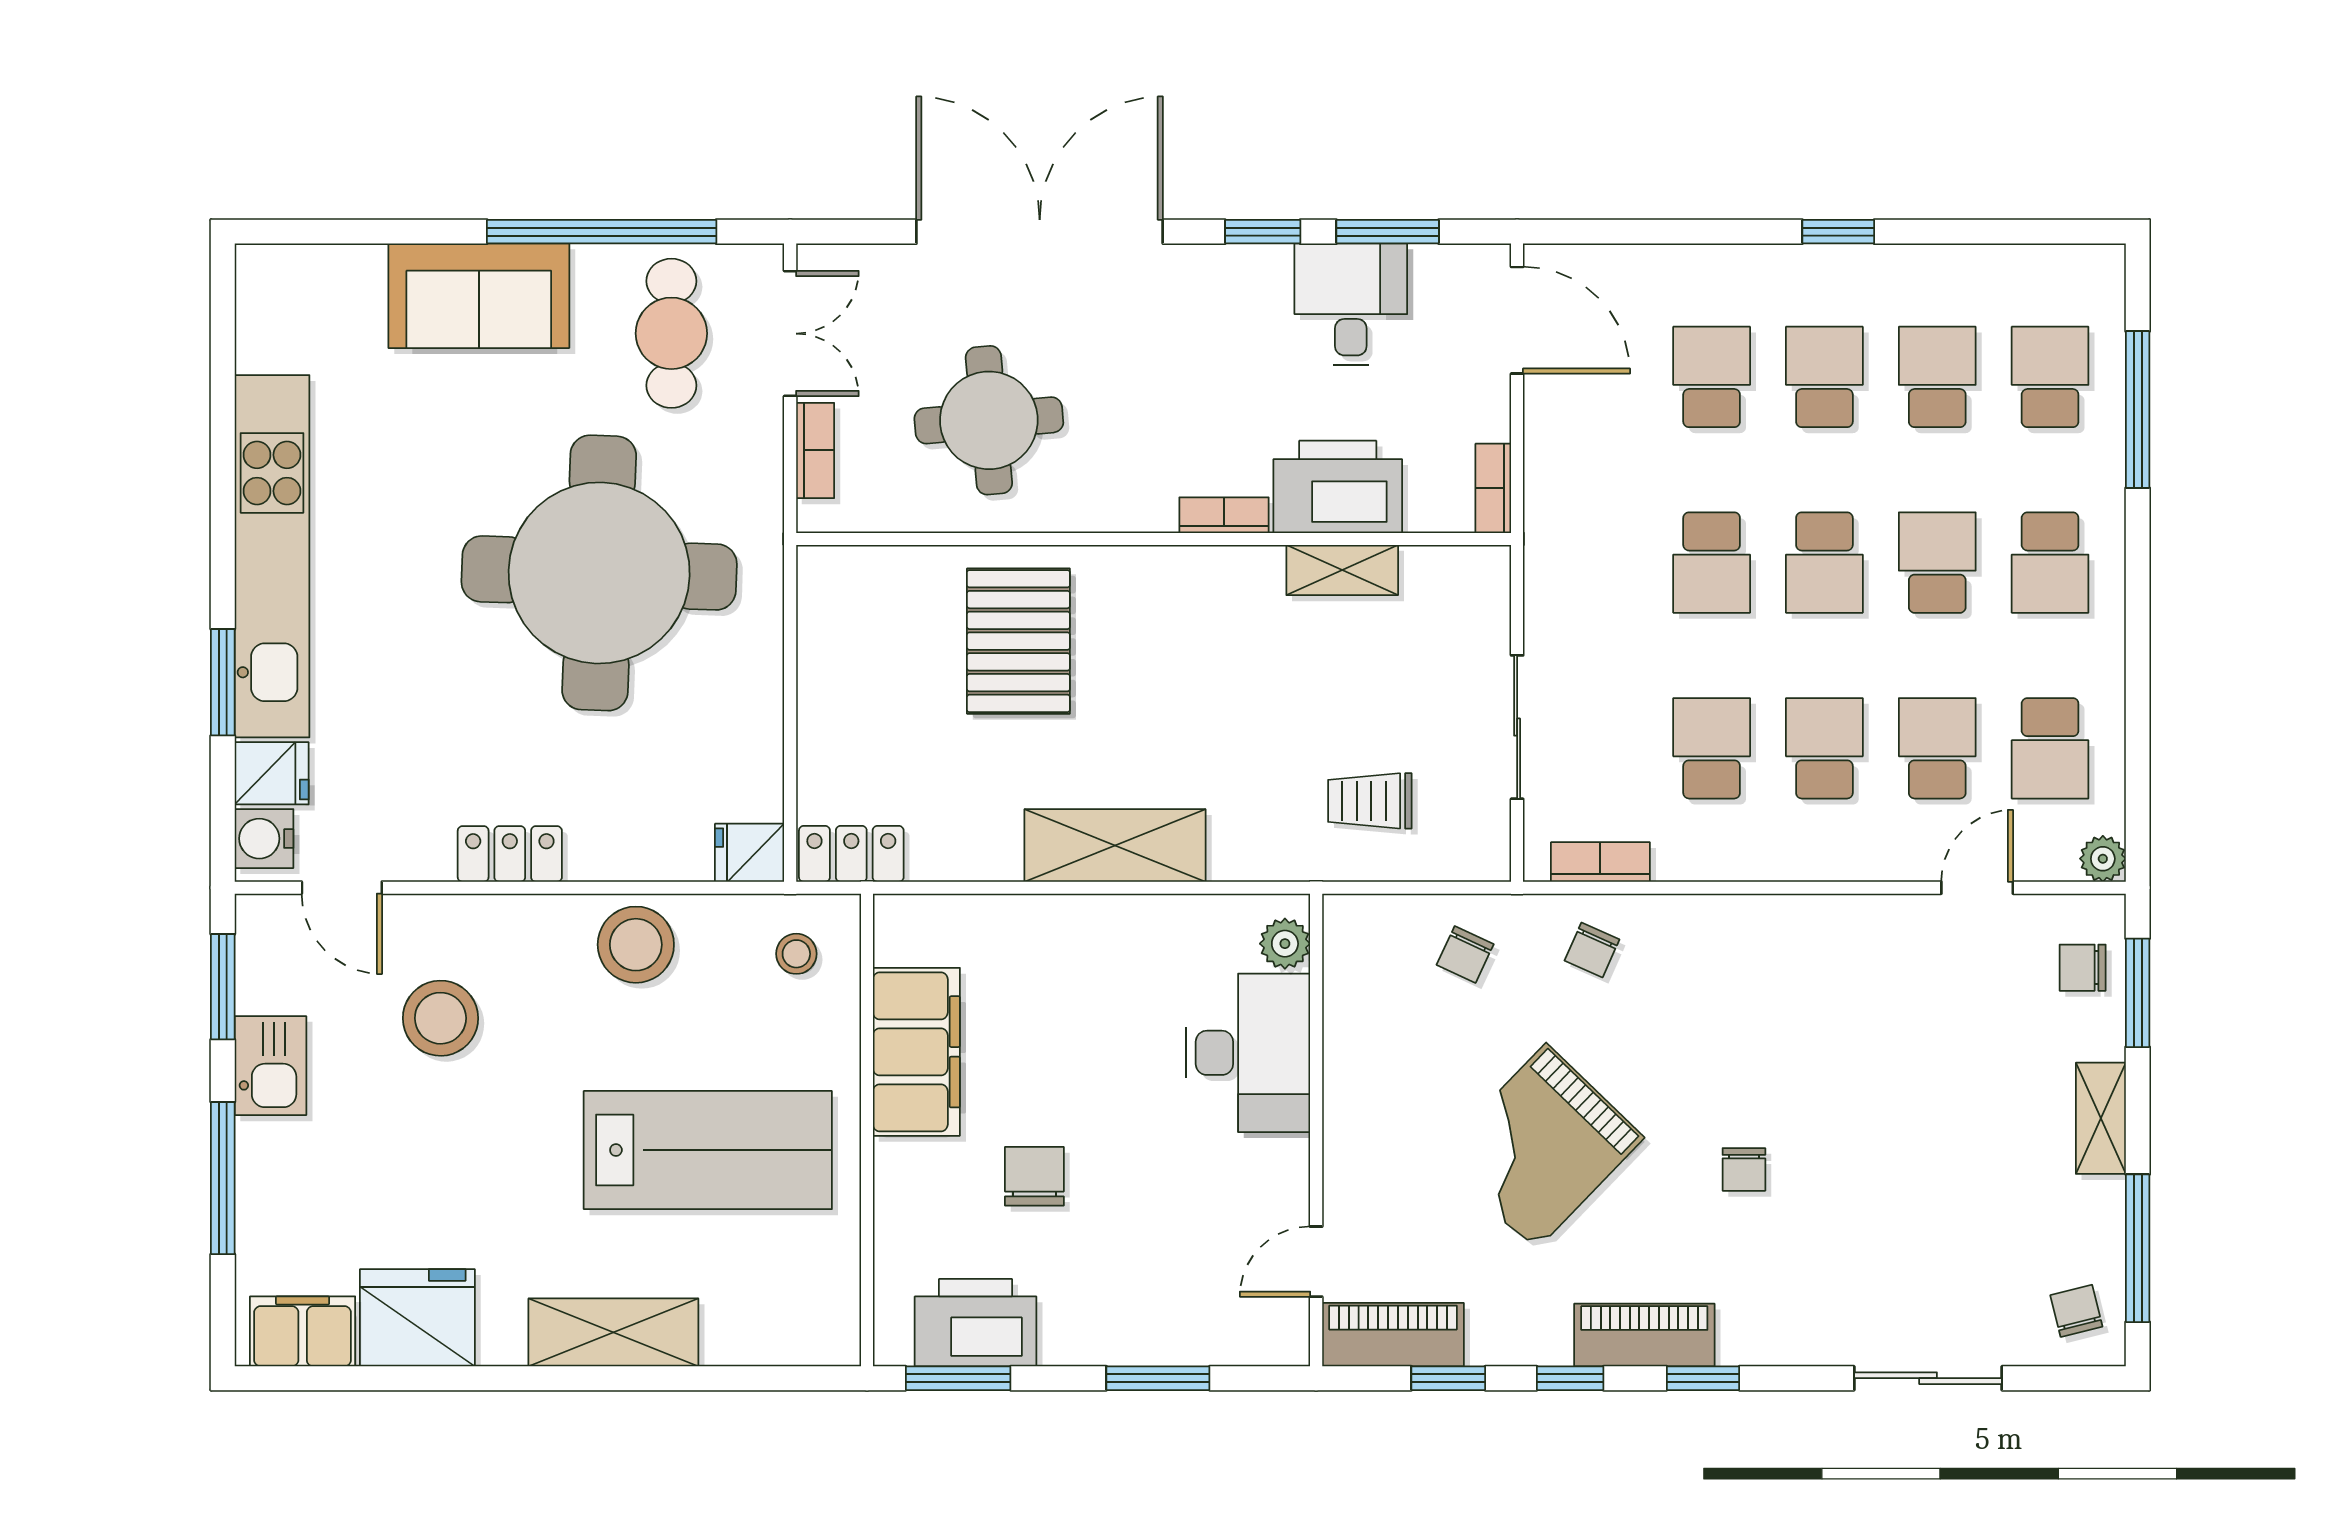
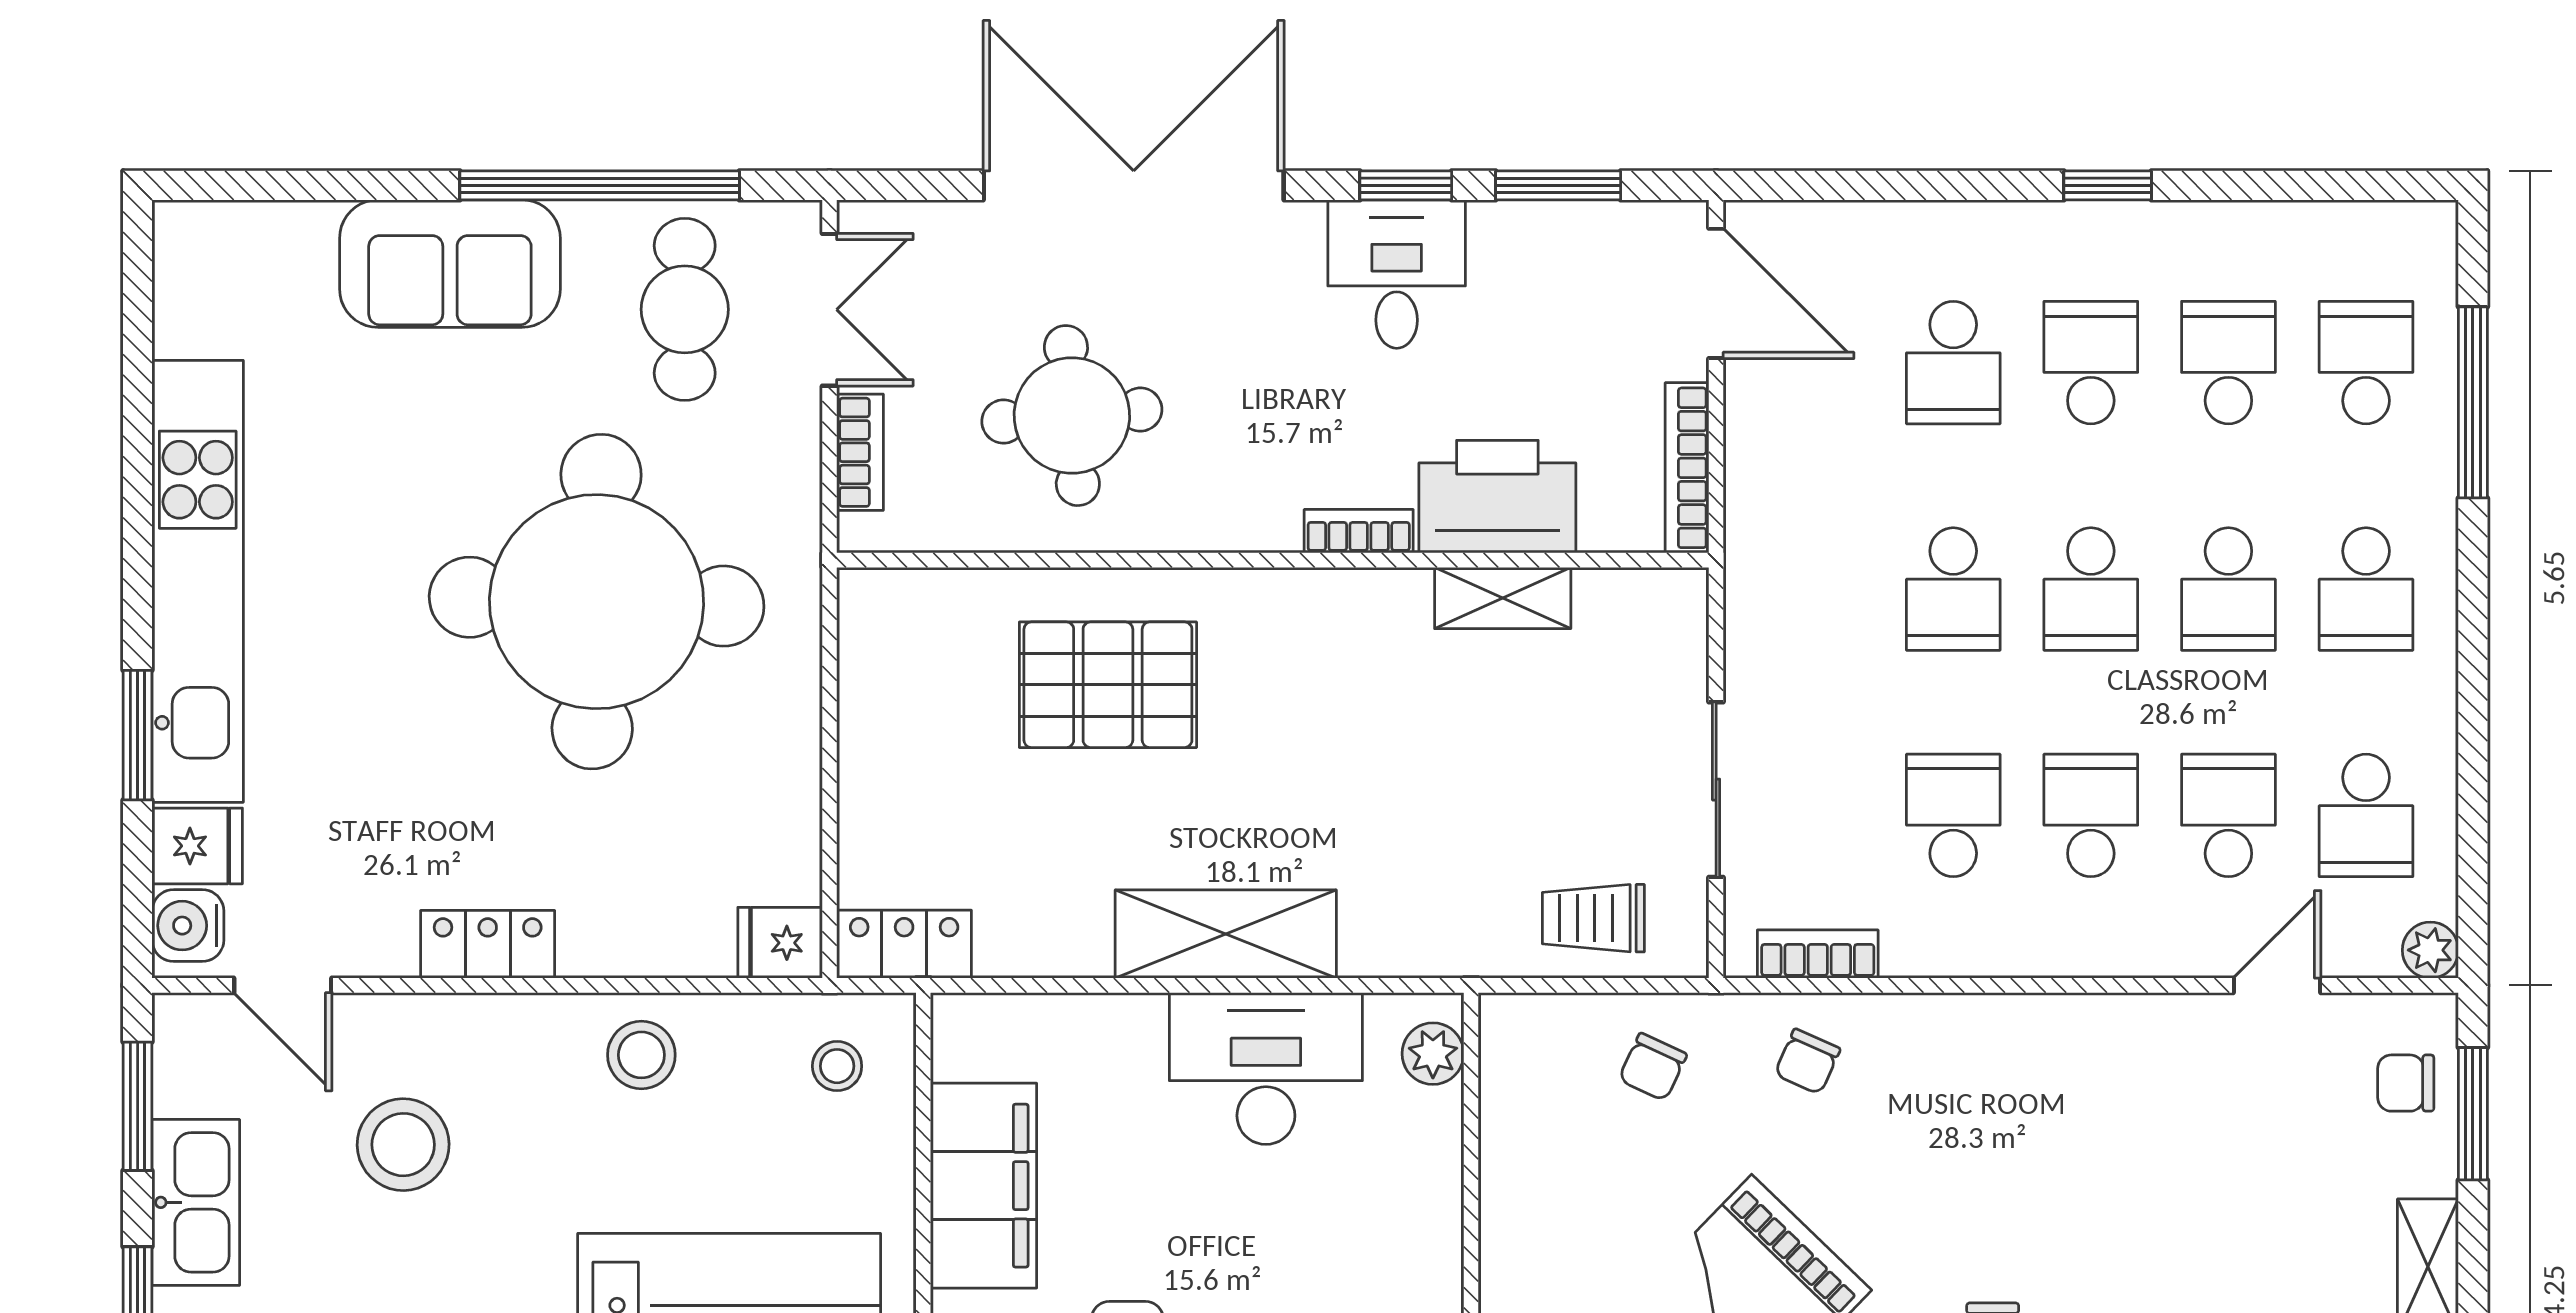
desk: (1351, 304) -> (1397, 274), moved
school desk: (1712, 377) -> (1953, 363), turned 180
bookcase: (1493, 488) -> (1687, 468), width x1.56
school desk: (1937, 563) -> (2228, 589), turned 180
pallet: (1018, 641) -> (1108, 685), turned 90
trolley: (1370, 801) -> (1593, 918), moved
stool: (636, 945) -> (641, 1055), width x0.73, depth x0.73
desk: (1248, 1053) -> (1266, 1069), moved, turned -90
kitchen sink: (270, 1066) -> (196, 1202), width x1.38

